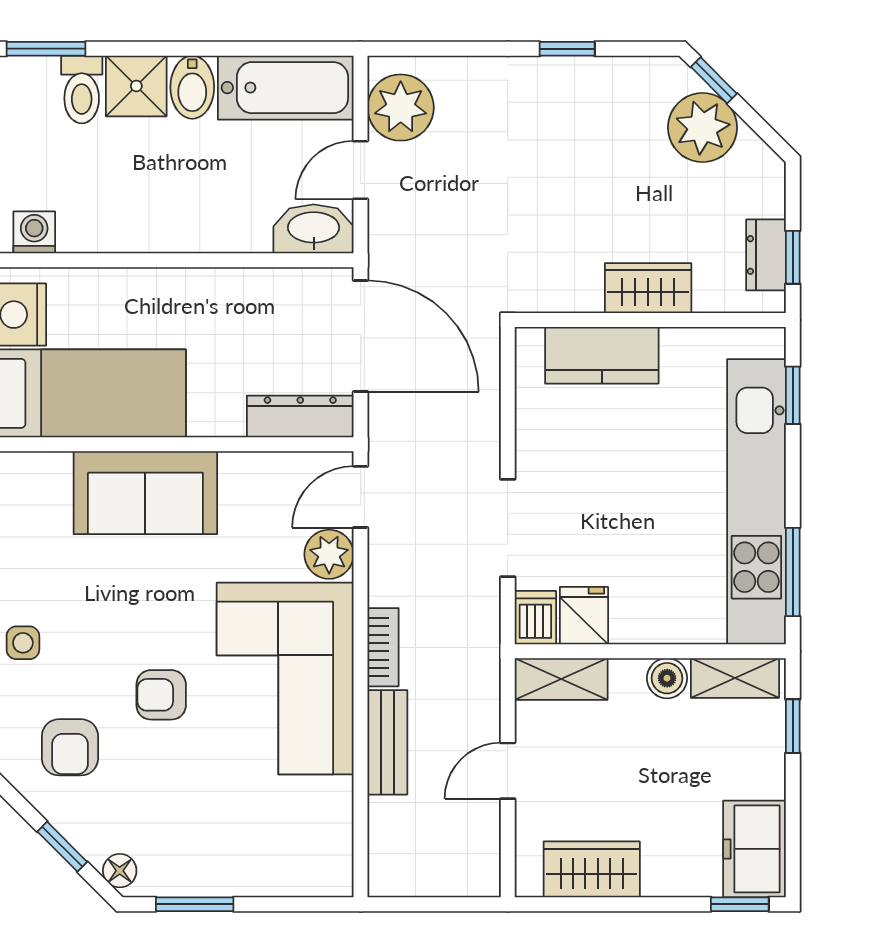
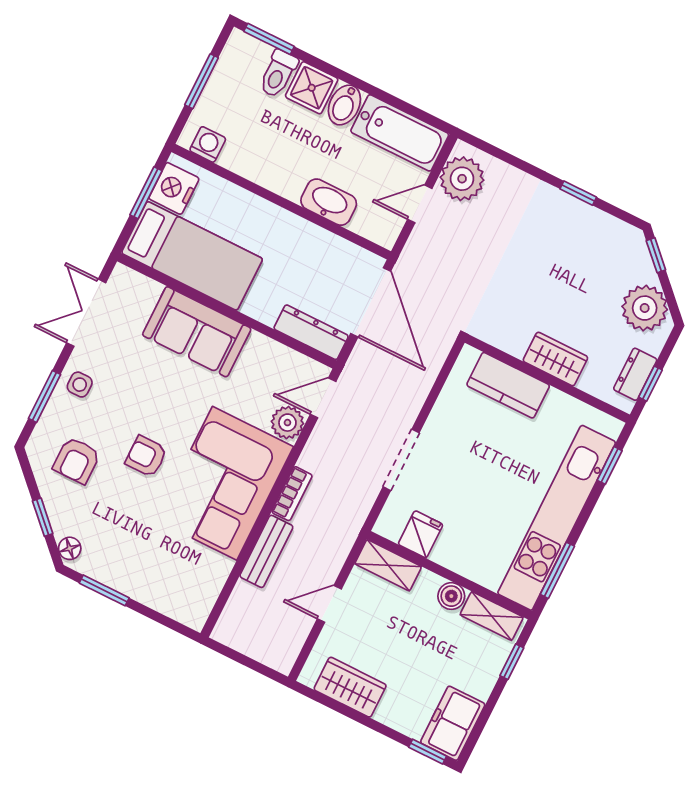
plant: (703, 128) -> (645, 308), moved
washbasin: (314, 229) -> (329, 202), moved
dishwasher: (535, 618) -> (391, 521), removed

